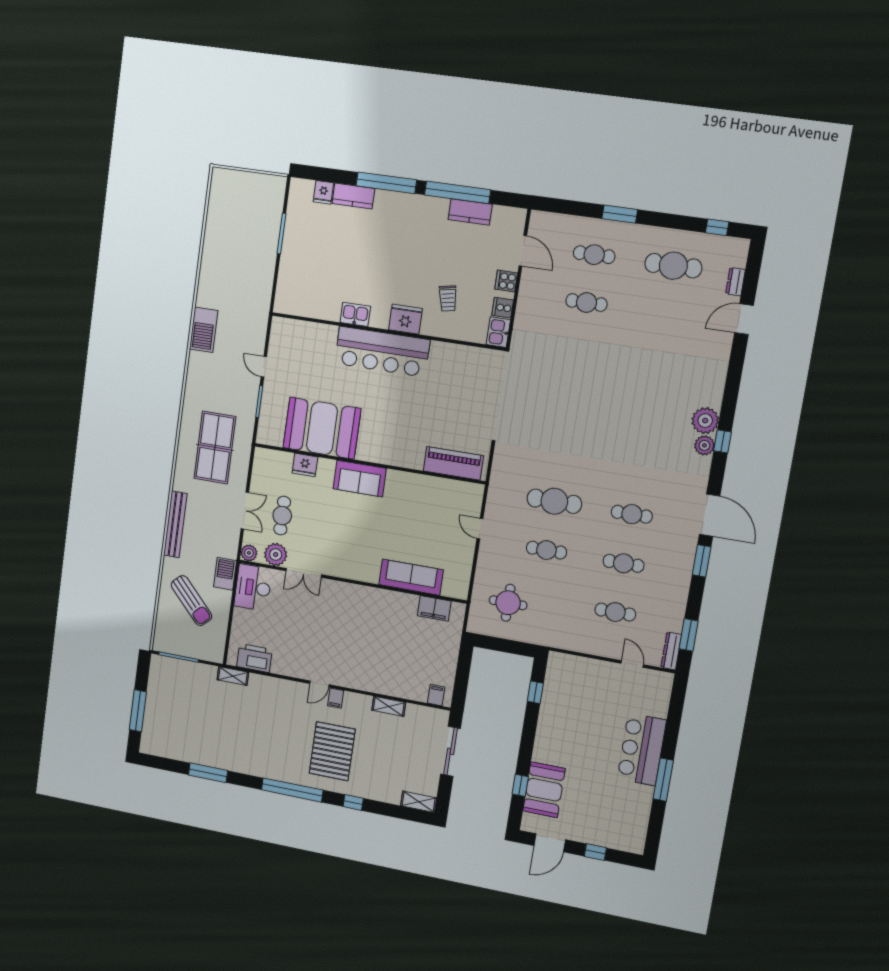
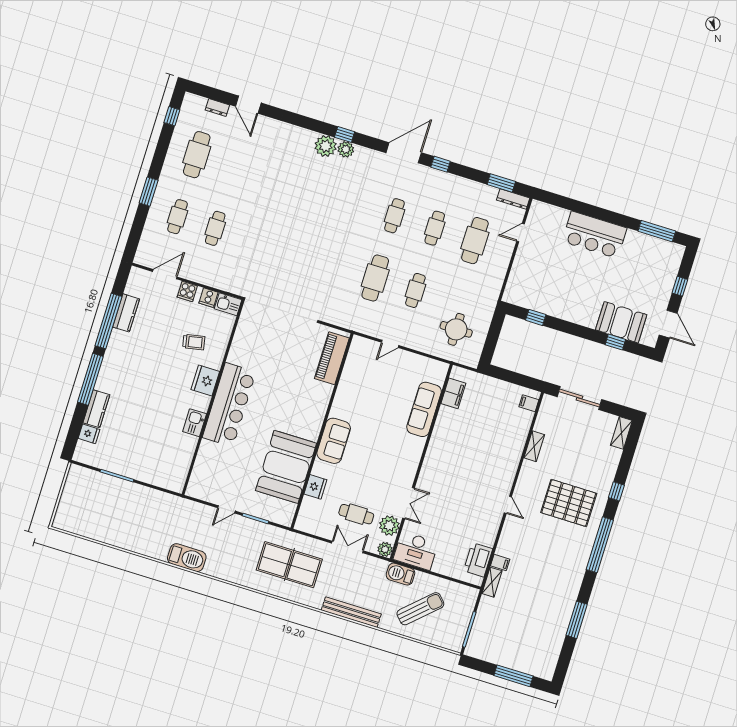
window: (702, 561) -> (441, 164), width x0.67
cafe table: (615, 612) -> (475, 241), width x1.37, depth x1.35
filing cabinet: (336, 698) -> (500, 562), moved
window: (663, 780) -> (657, 231), moved

